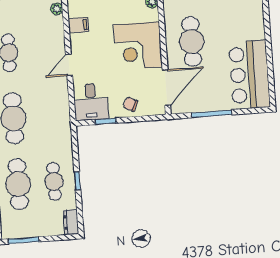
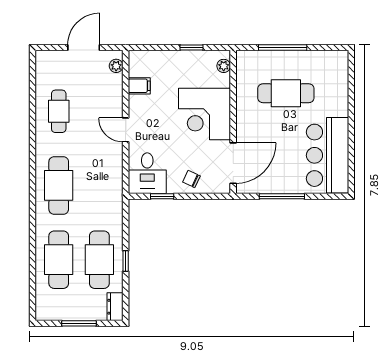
cafe table: (192, 42) -> (286, 93), moved, turned 90
door: (69, 65) -> (126, 130), hinge flipped
cafe table: (54, 181) -> (99, 260), width x1.37, depth x1.35
window: (23, 240) -> (79, 323), moved

